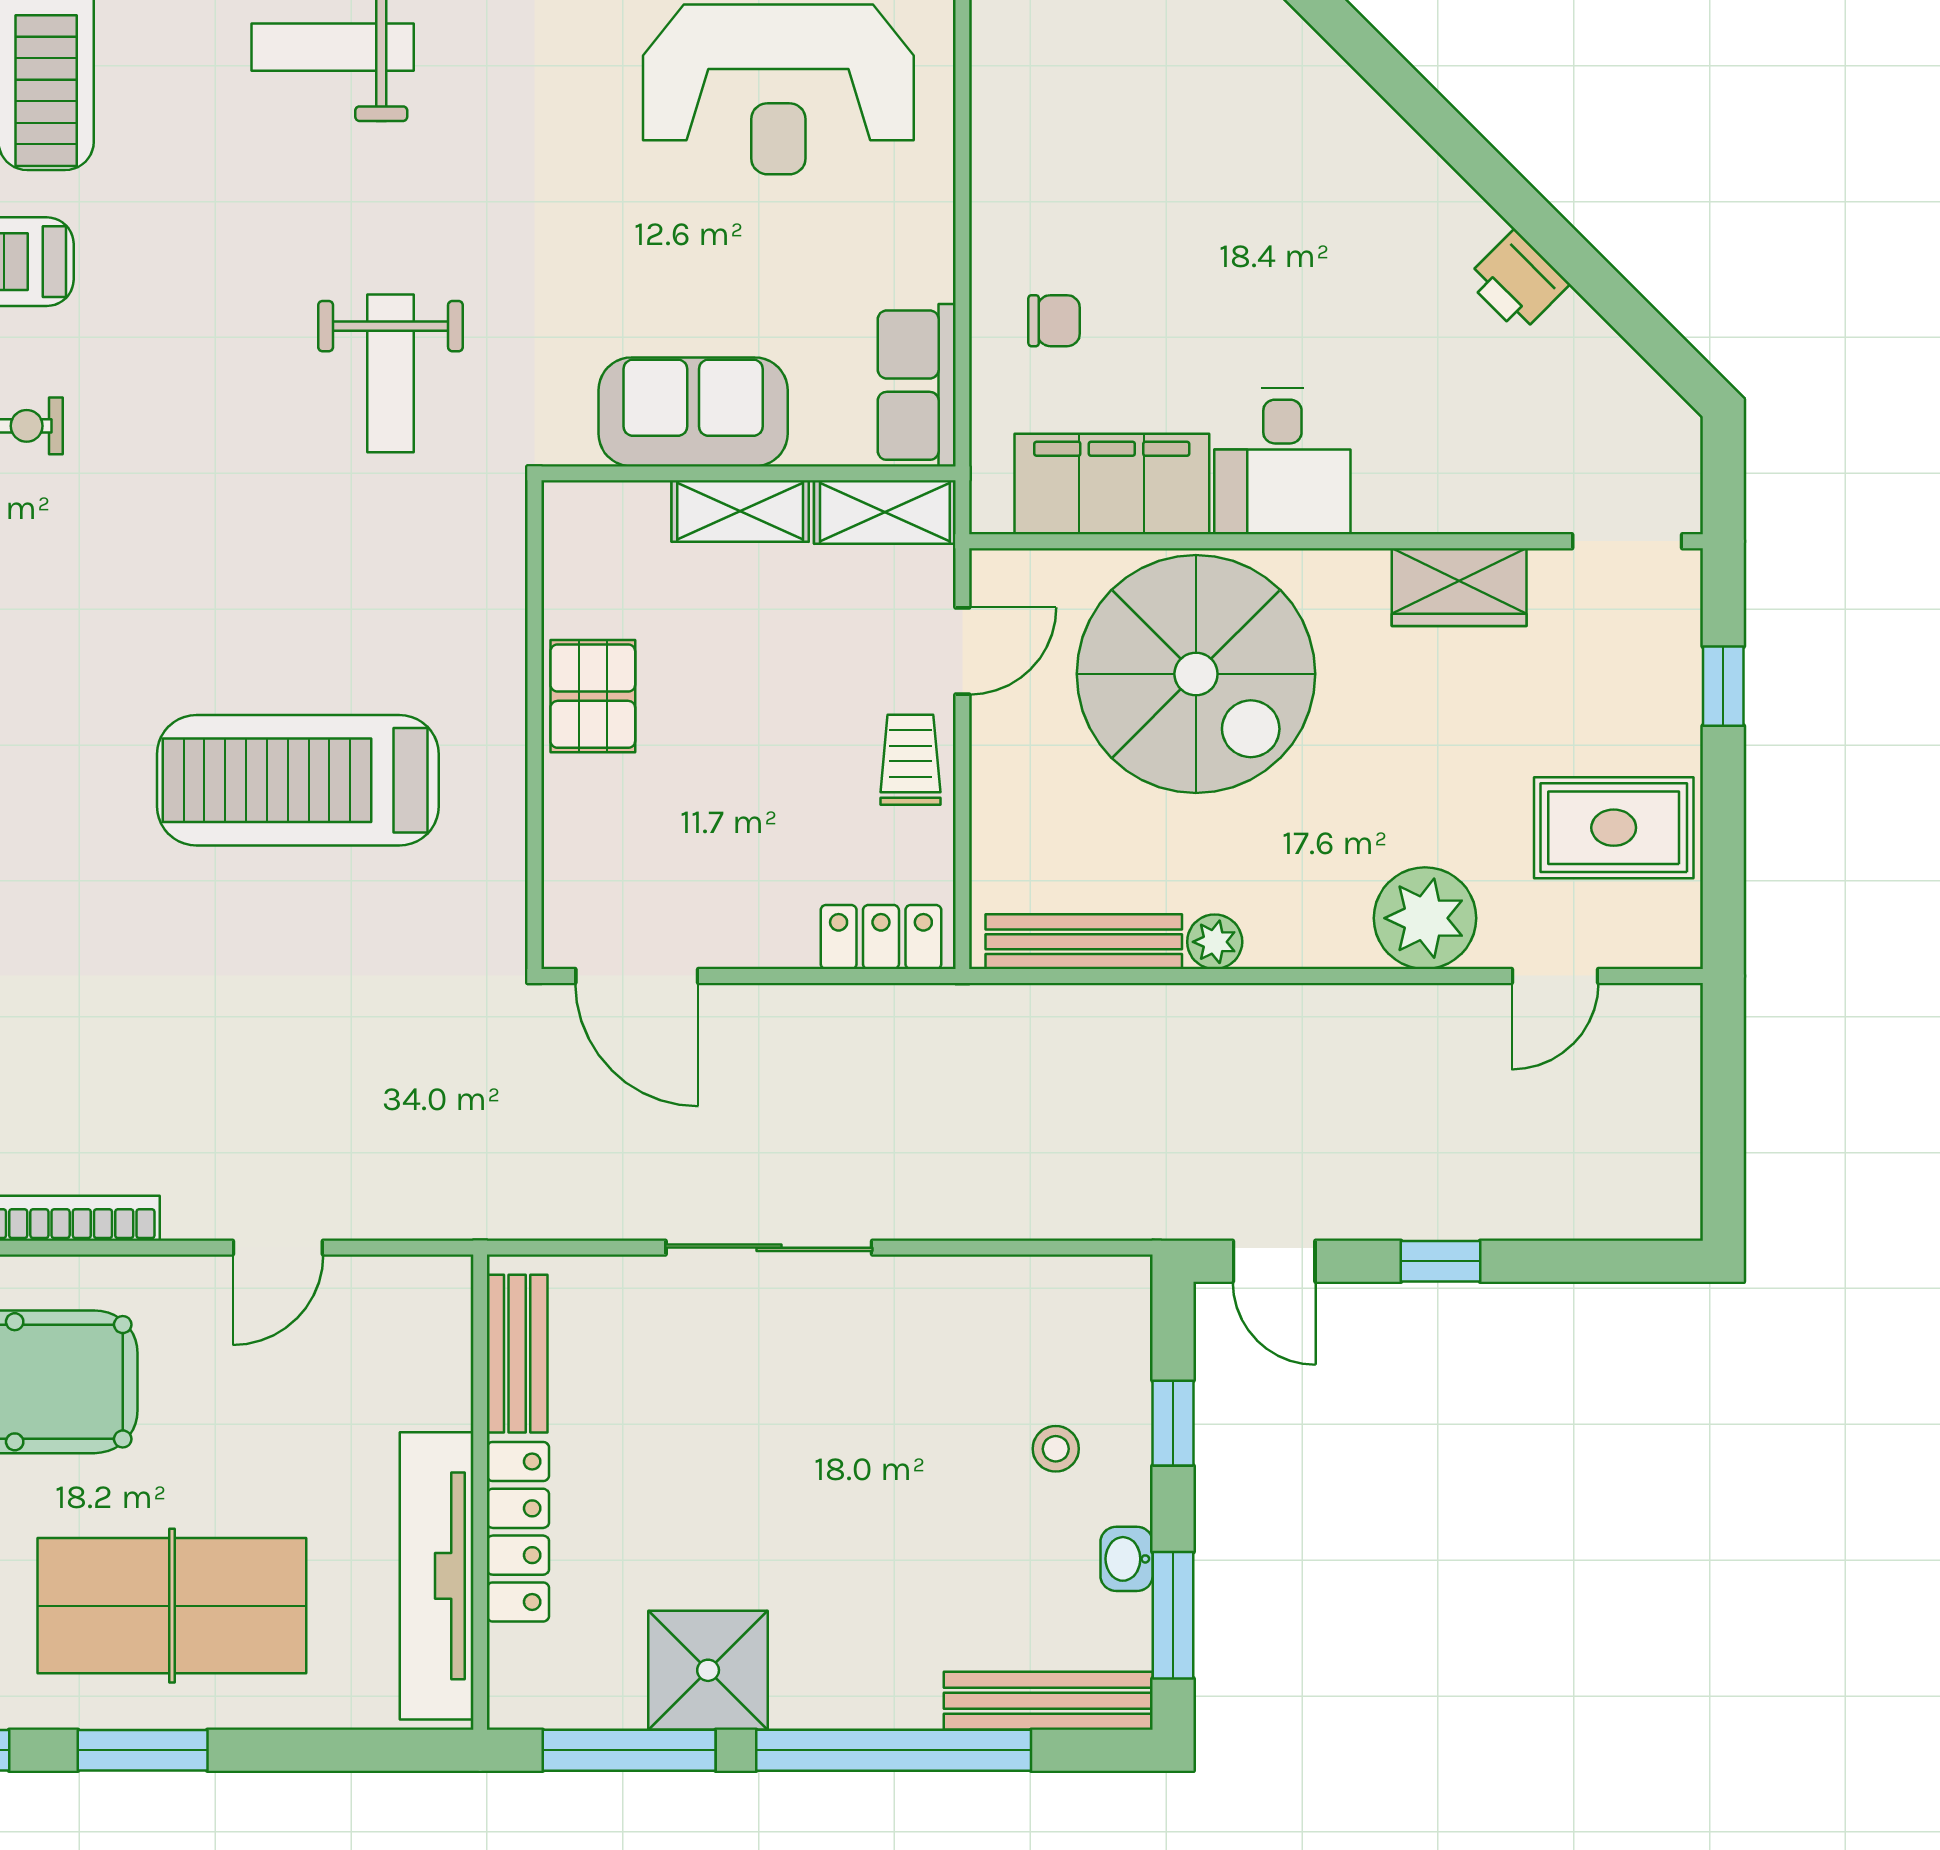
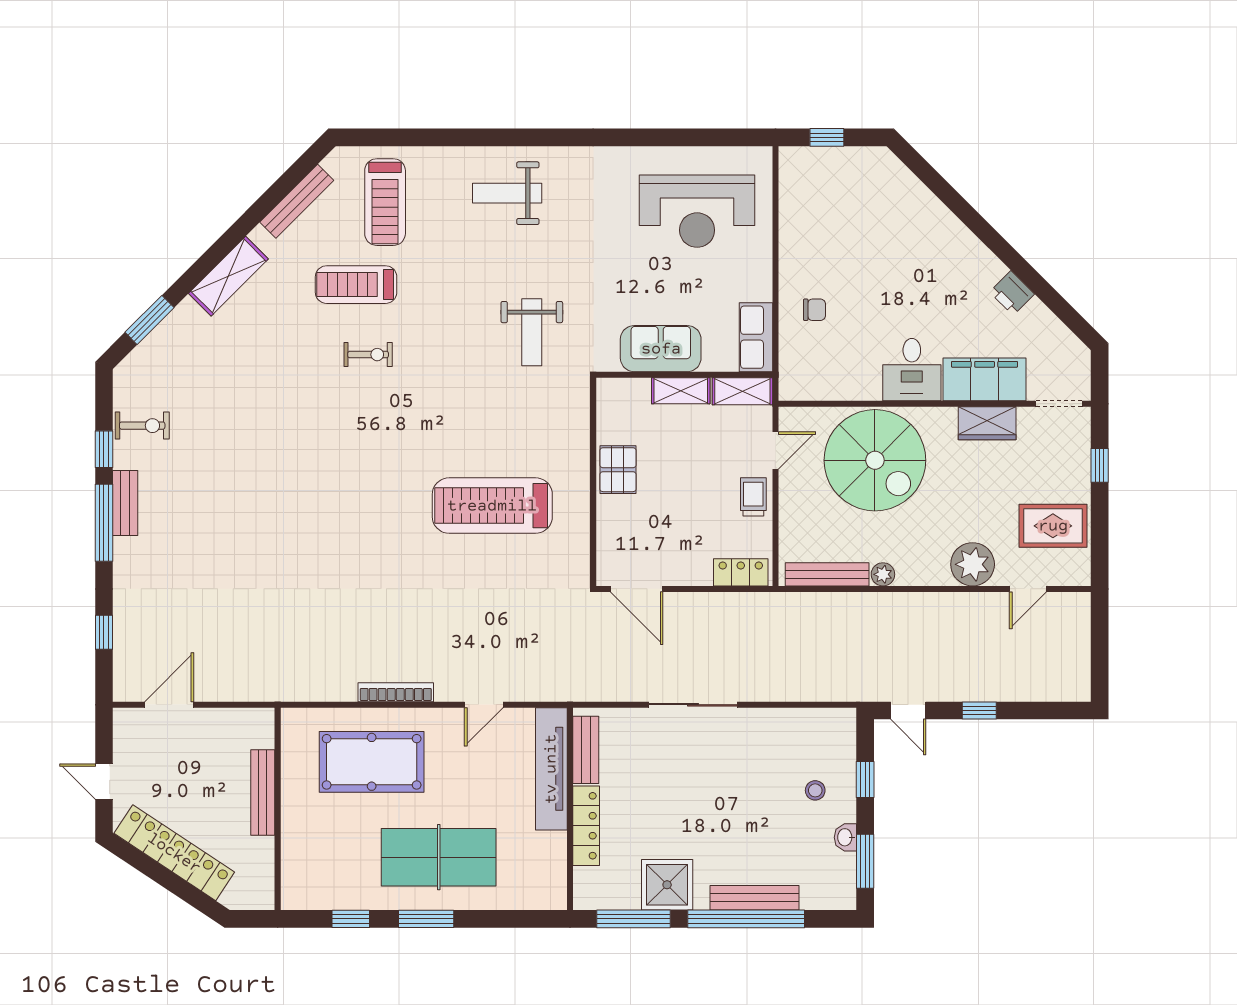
filing cabinet: (1112, 484) -> (985, 379), moved
tv unit: (437, 1576) -> (551, 769), moved
bench: (1048, 1701) -> (754, 898), moved

